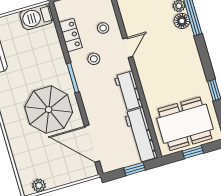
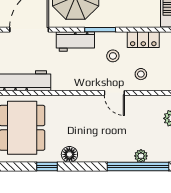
floor lamp: (182, 21) -> (69, 154), moved
workbench: (128, 91) -> (75, 41), moved, turned 180

